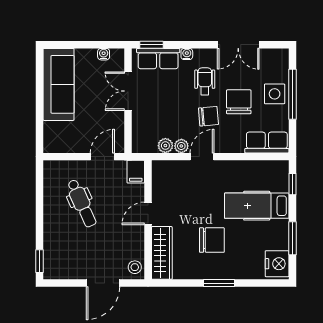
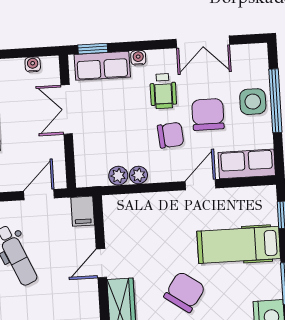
wheelchair: (205, 81) -> (163, 91), turned 180
door: (202, 157) -> (201, 185), moved
chair: (212, 240) -> (185, 292), turned -55

